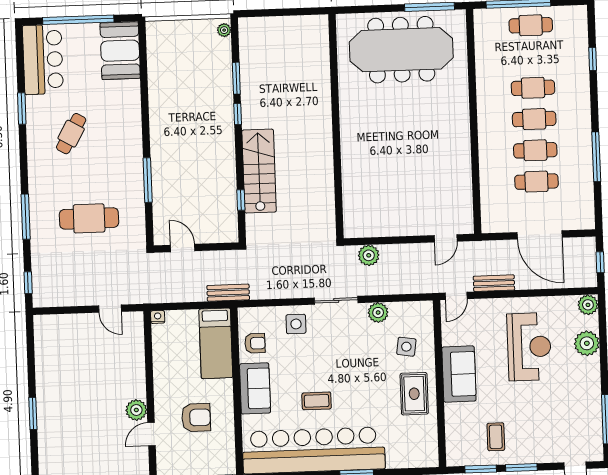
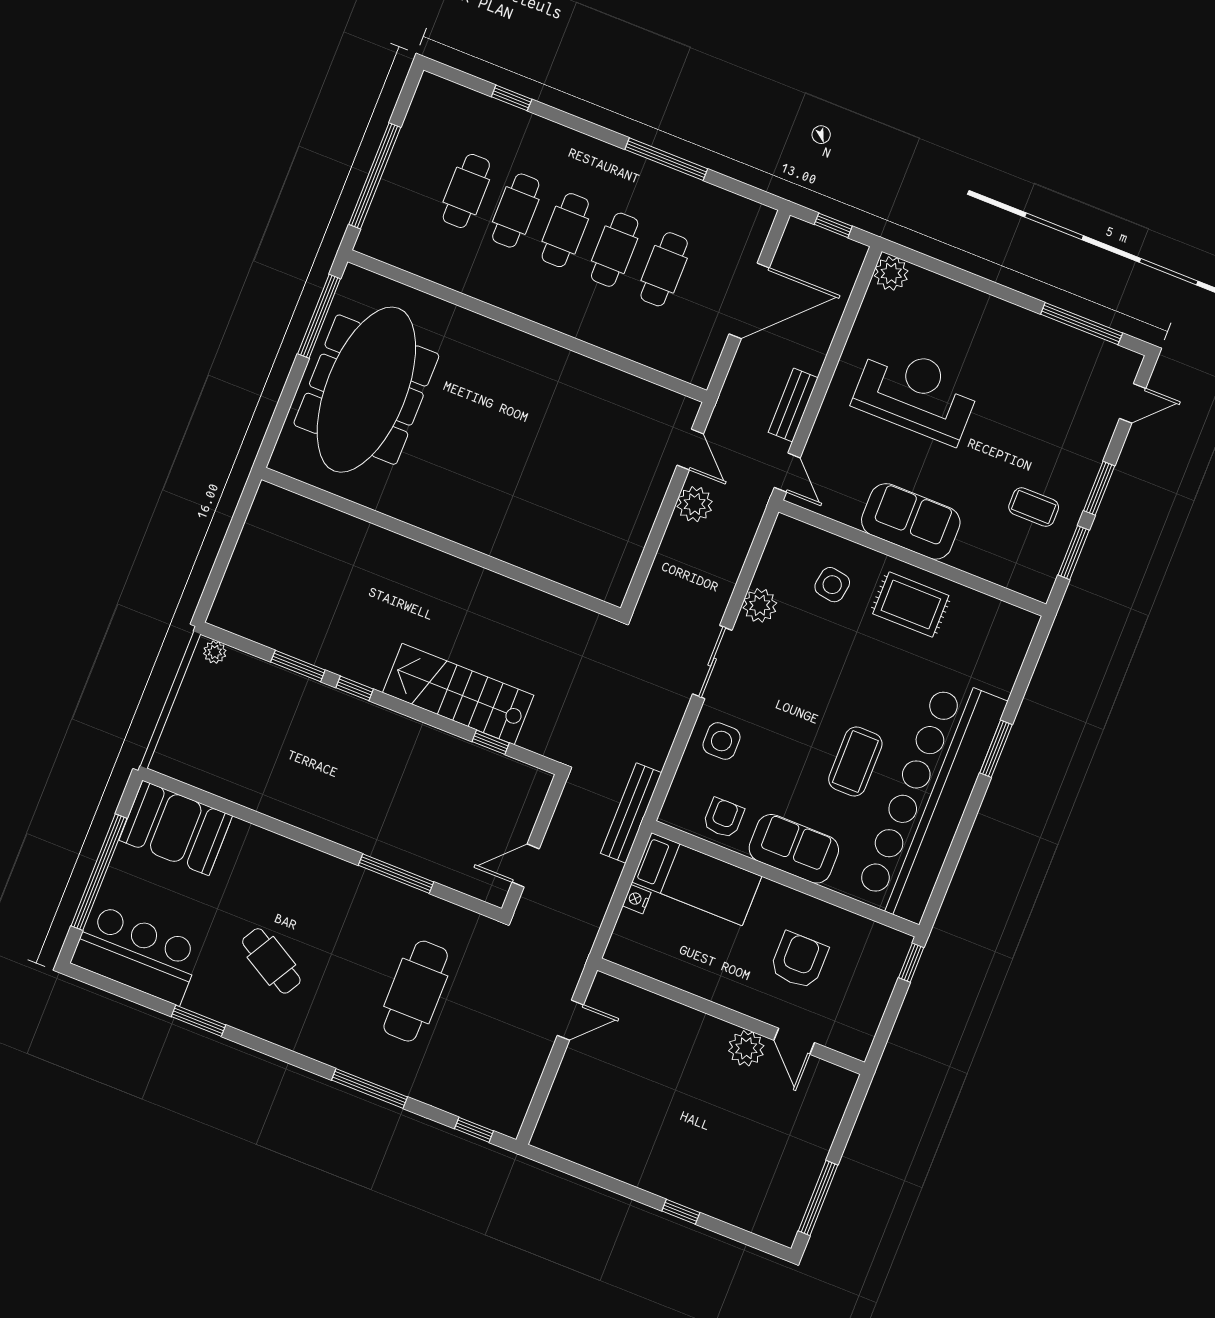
cafe table: (531, 25) -> (466, 191), moved
plant: (369, 255) -> (695, 504), moved
bench: (228, 293) -> (631, 813), width x1.36
nightstand: (158, 317) -> (637, 899), moved
plant: (587, 343) -> (950, 301), removed
coffee table: (317, 401) -> (855, 761), width x1.36, depth x1.30
window: (33, 413) -> (681, 1212), width x0.67

